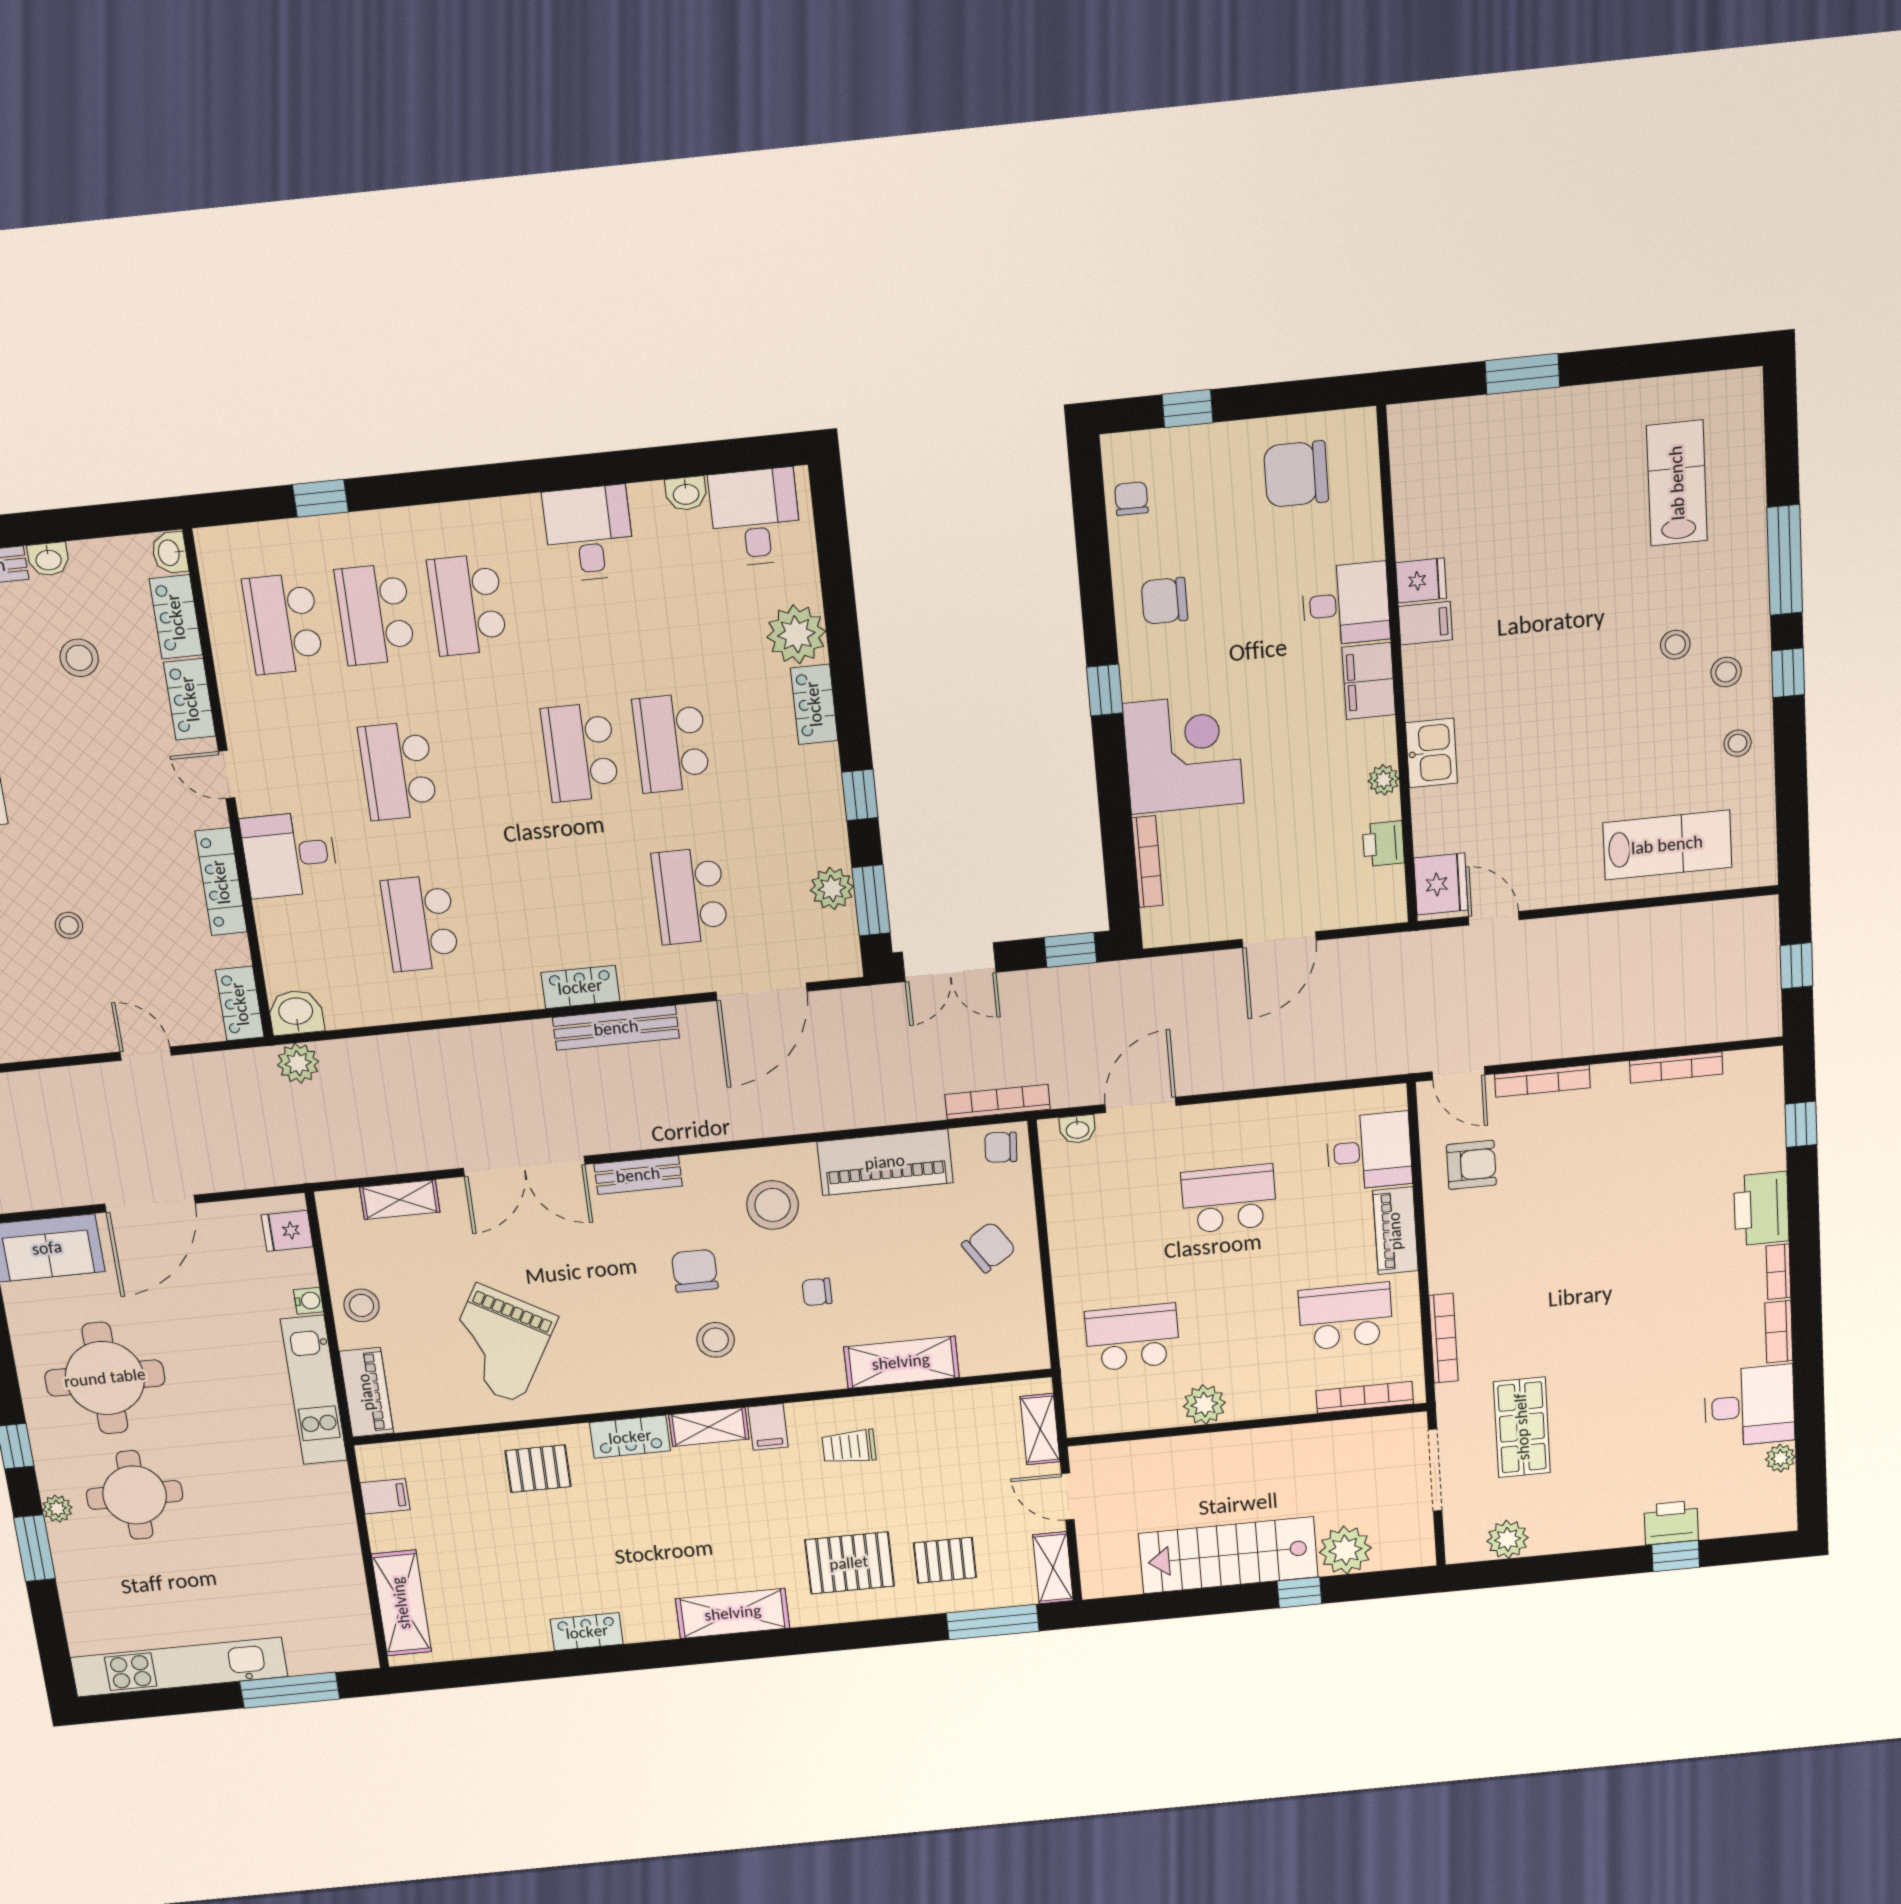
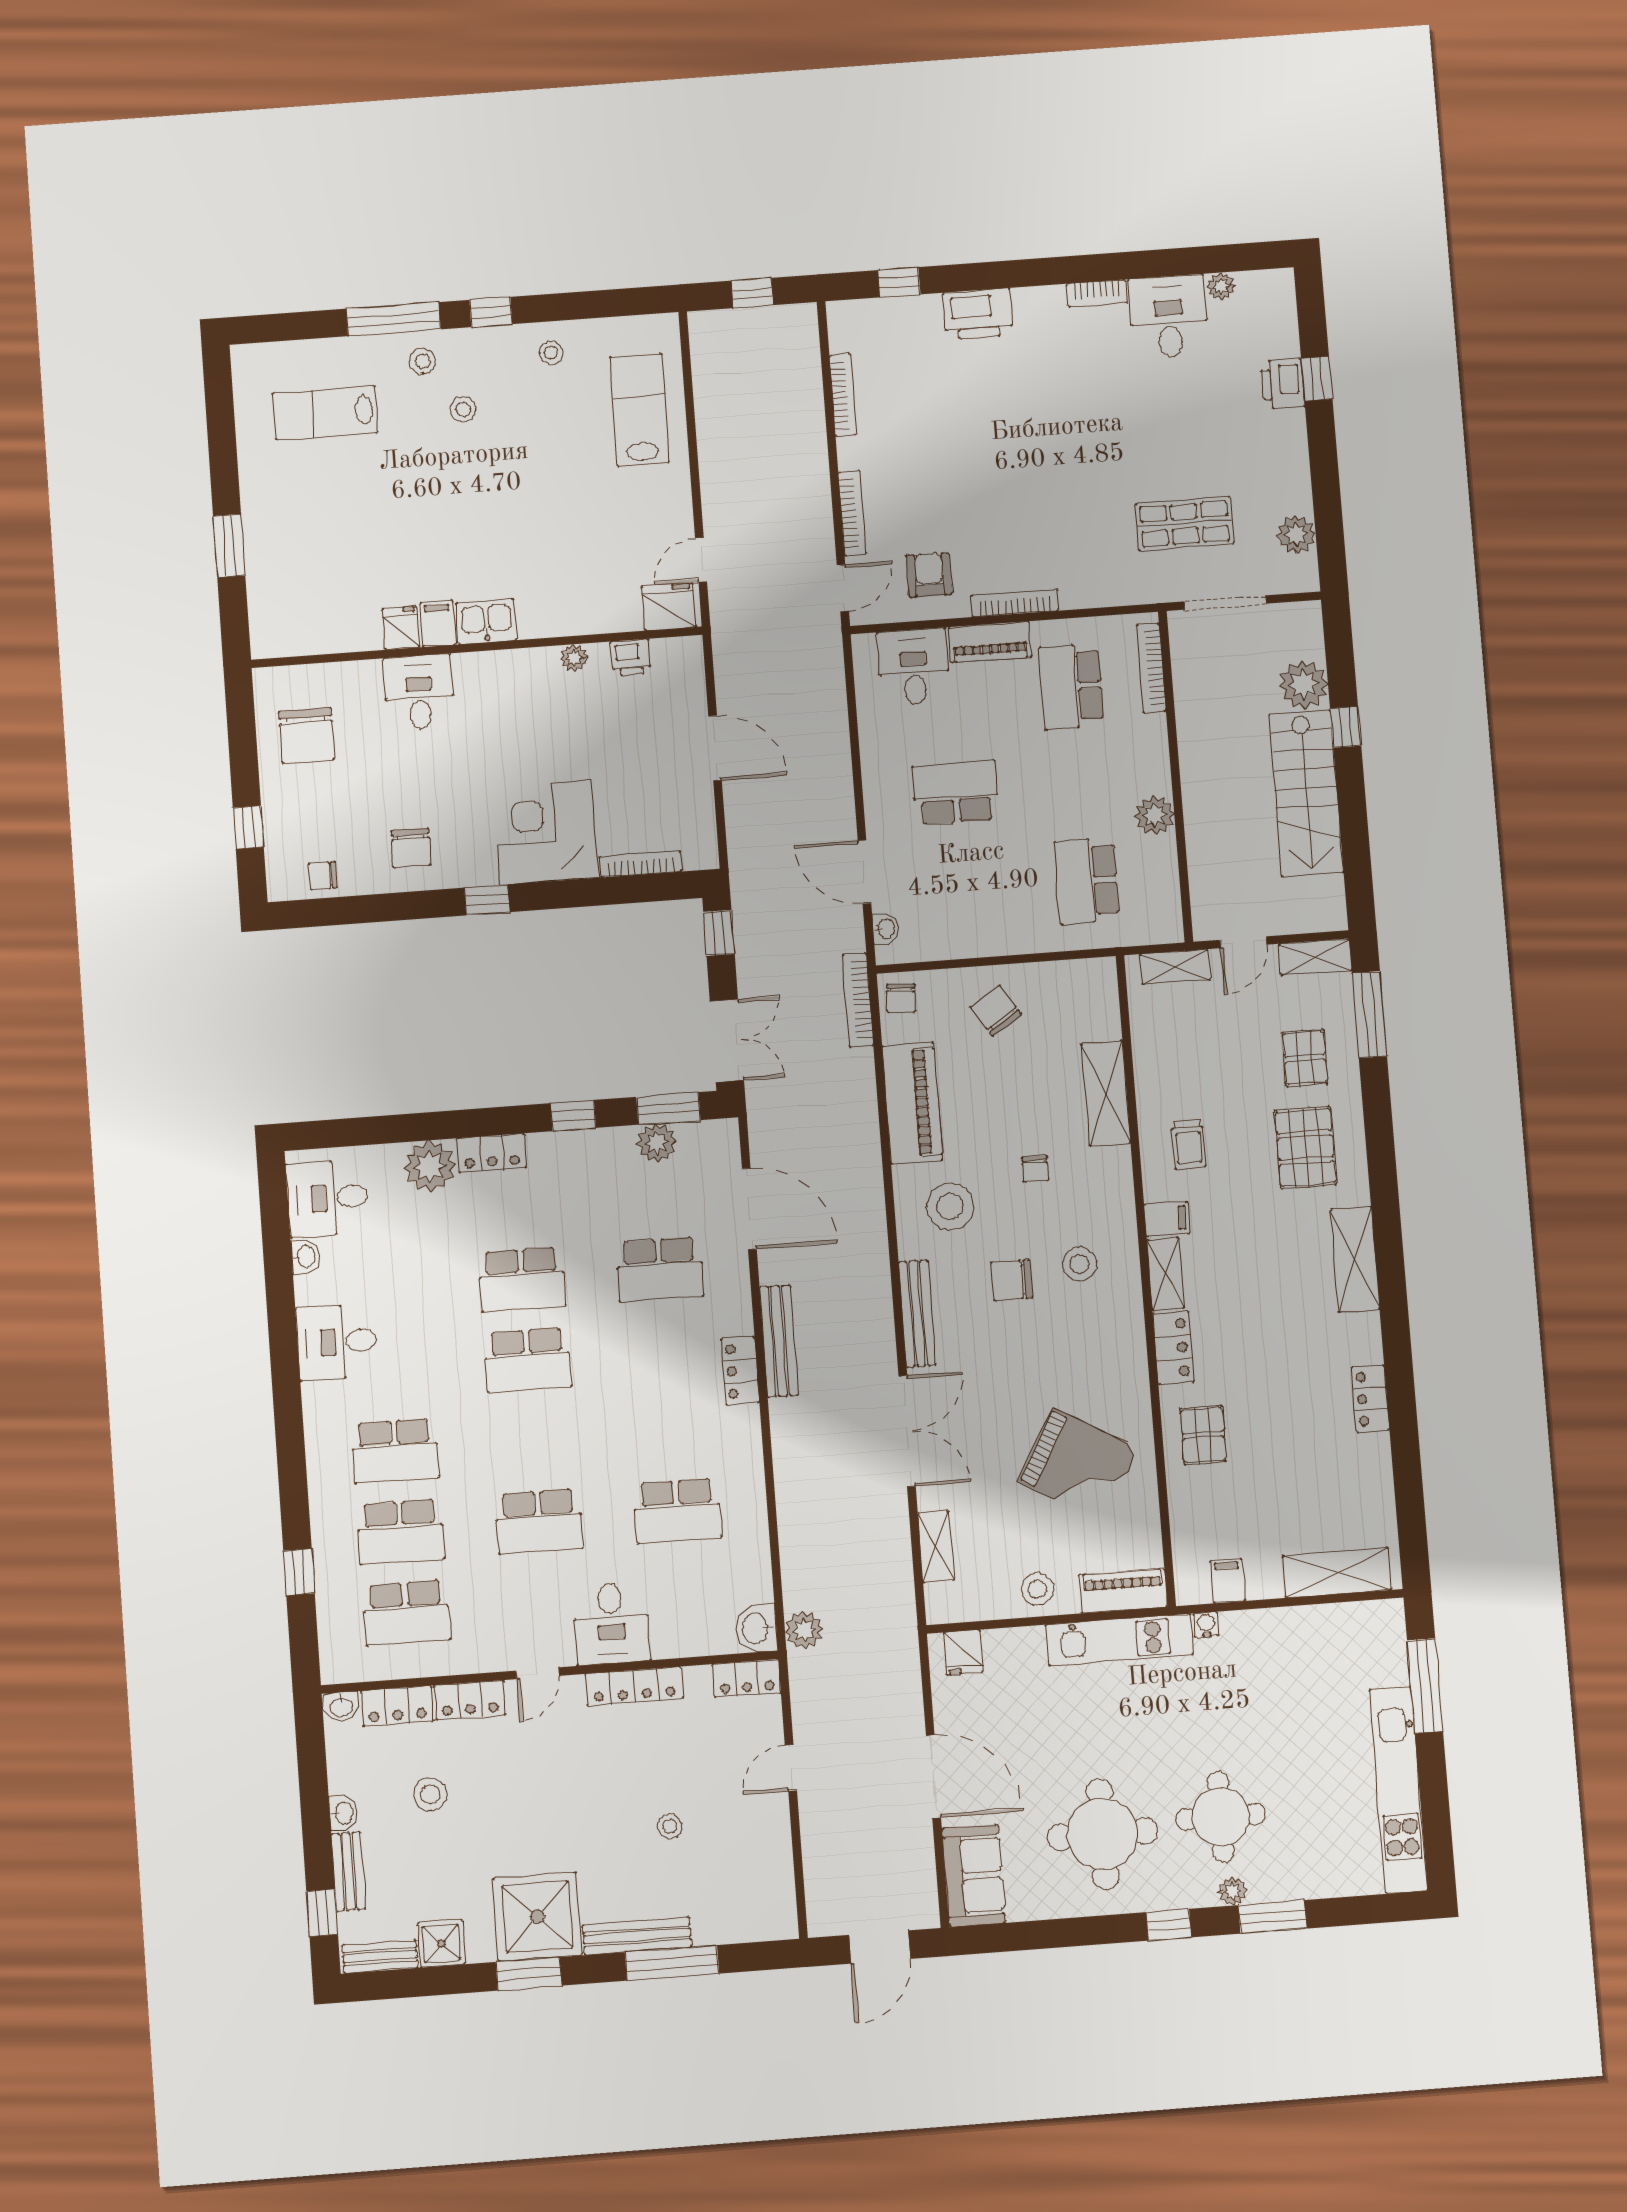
stool: (1726, 672) -> (423, 361), moved
filing cabinet: (1369, 681) -> (486, 672), removed
kitchen sink: (1431, 753) -> (486, 622), moved
bench: (638, 1175) -> (917, 1314), width x1.36
school desk: (1229, 1199) -> (955, 793), turned 90
bookcase: (1778, 1272) -> (1039, 296), removed
water cooler: (309, 1301) -> (1206, 1625), moved
bookcase: (1444, 1338) -> (1015, 603), moved

